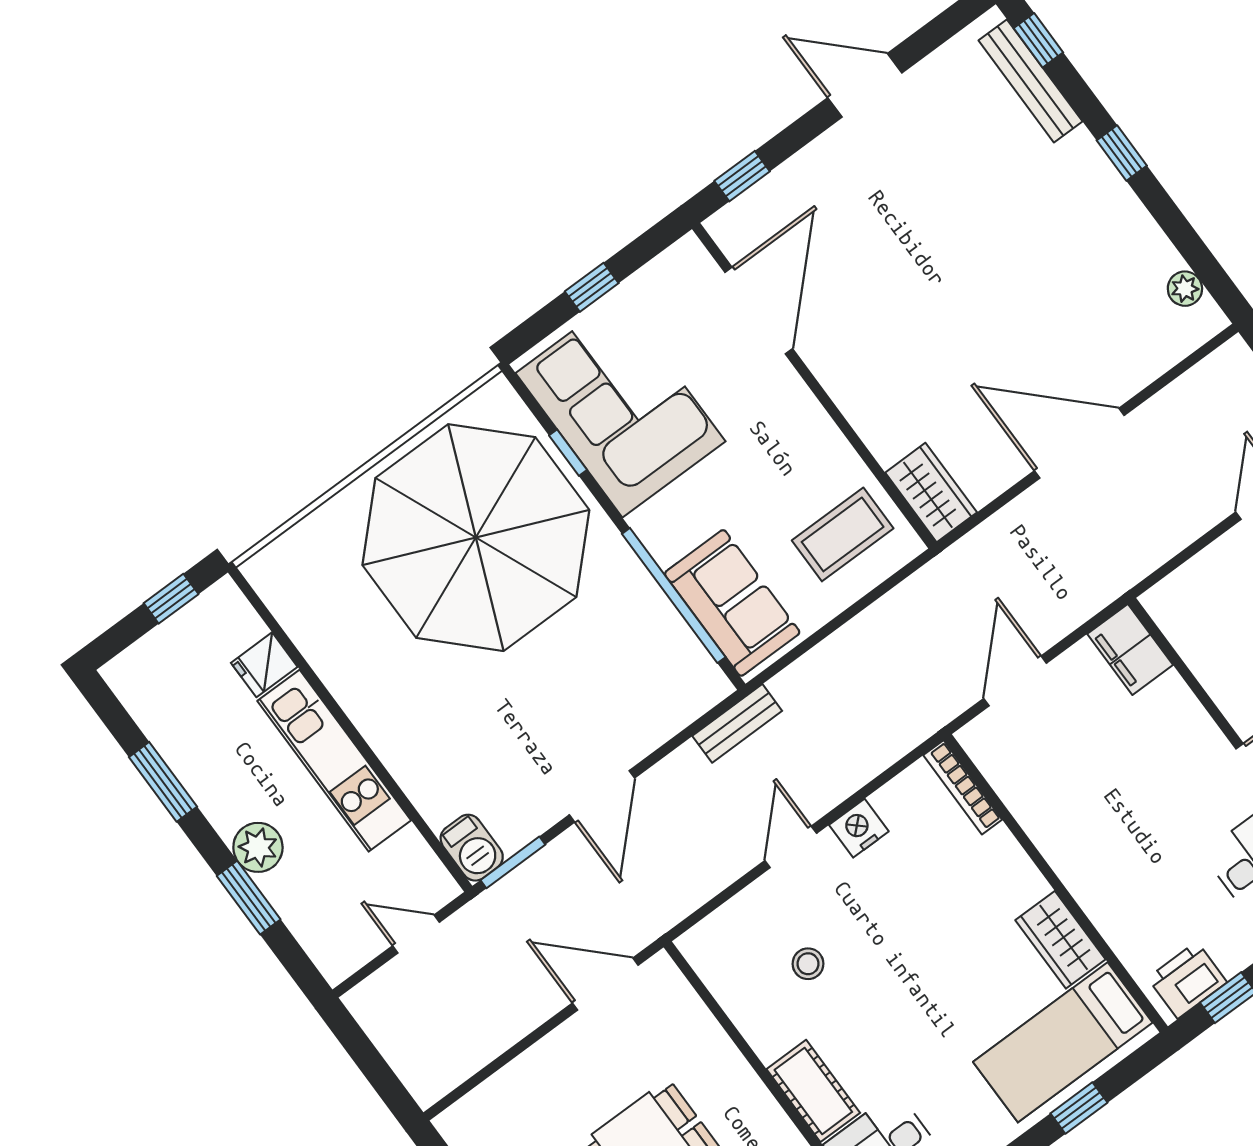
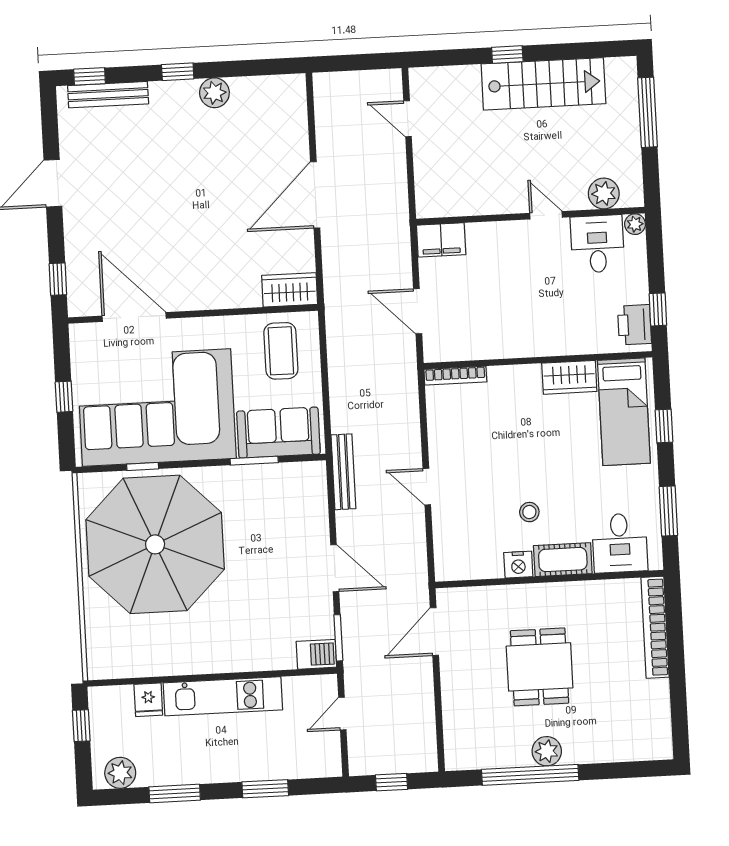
plant: (1185, 289) -> (214, 93), moved, width x1.38, depth x1.38
corner sofa: (621, 407) -> (157, 408), width x1.36, depth x1.36
window: (674, 595) -> (254, 461), width x0.47
bench: (737, 723) -> (343, 472), width x1.36
nightstand: (859, 828) -> (518, 565), moved, turned -90
plant: (258, 847) -> (120, 773), moved
stool: (808, 964) -> (529, 512), moved
window: (368, 1059) -> (392, 782), added

